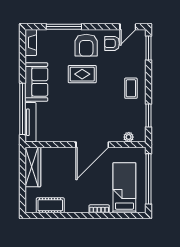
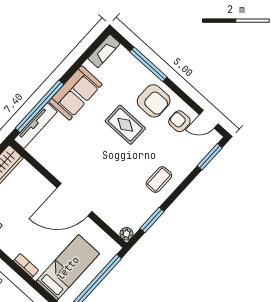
armchair: (86, 45) -> (154, 101), turned -90
plant: (129, 137) -> (126, 234), moved

